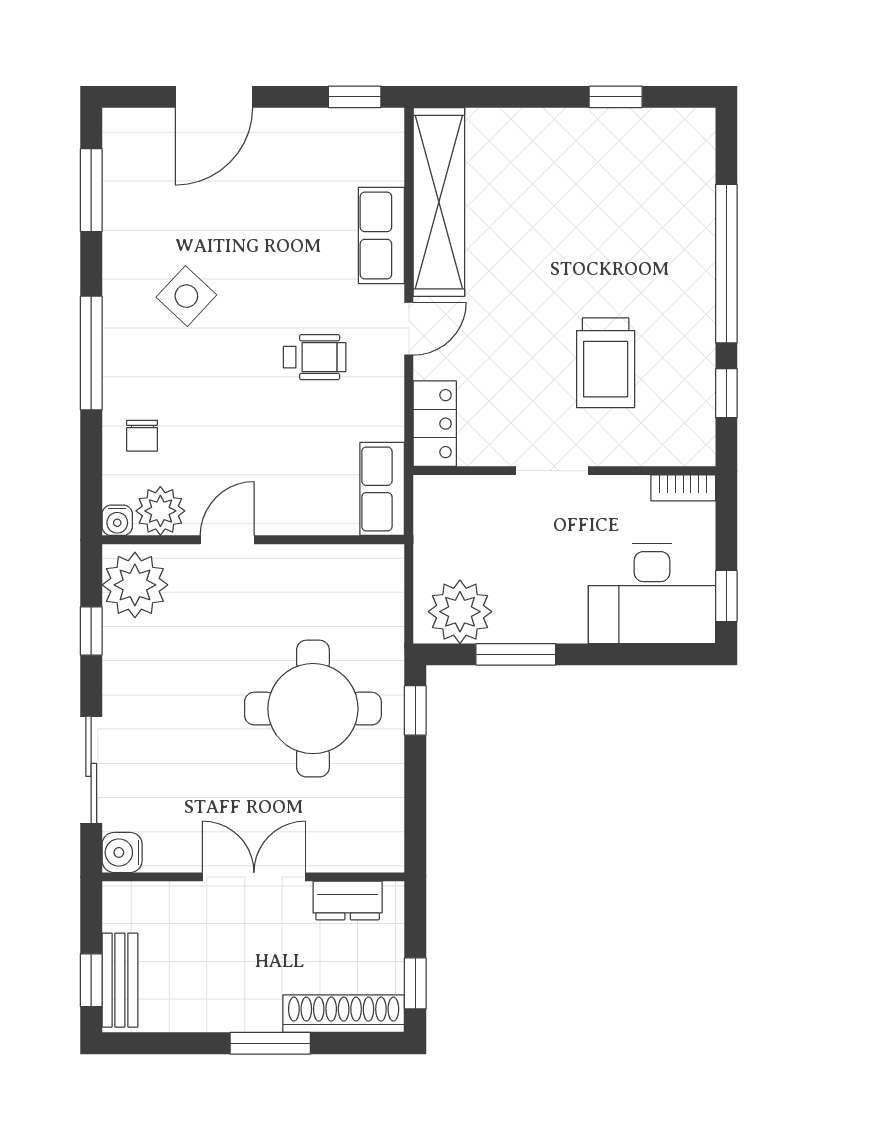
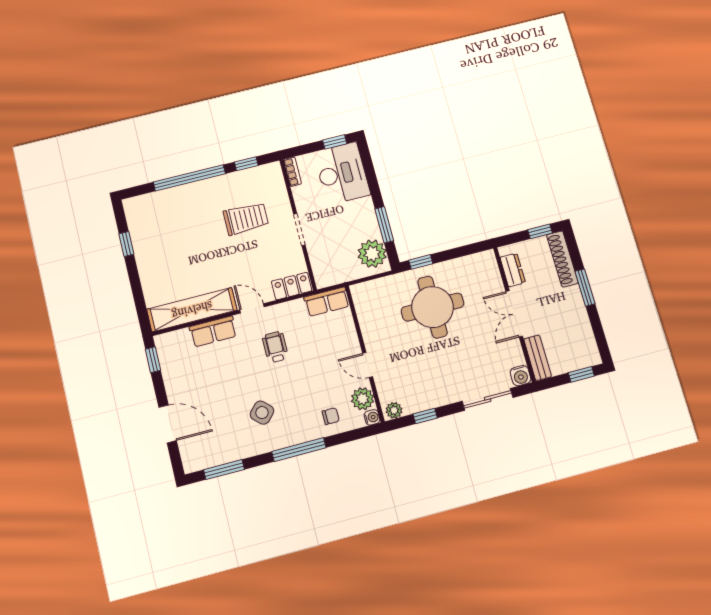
plant: (135, 585) -> (394, 410), width x0.53, depth x0.53
bench: (120, 980) -> (538, 358), moved, turned 90

